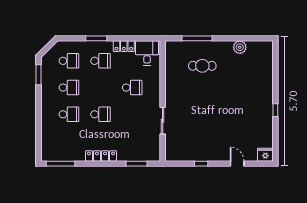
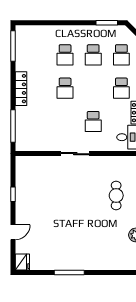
window: (275, 110) -> (69, 272), width x2.17
sliding door: (163, 121) -> (75, 154), moved
window: (136, 164) -> (13, 126), width x1.44

